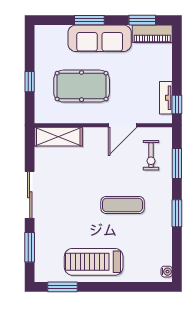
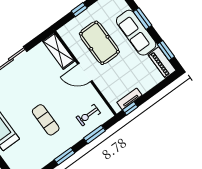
door: (123, 125) -> (85, 73), moved

